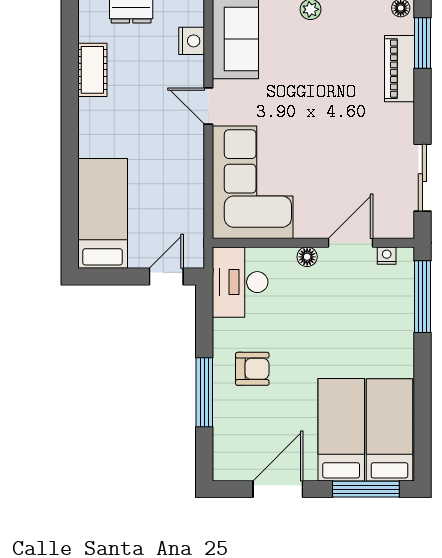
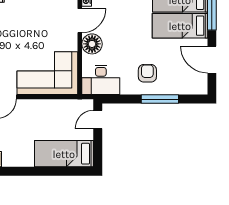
door: (350, 243) -> (80, 21), swing flipped
floor lamp: (307, 257) -> (92, 44), width x1.89, depth x1.89
door: (166, 276) -> (98, 119), hinge flipped

